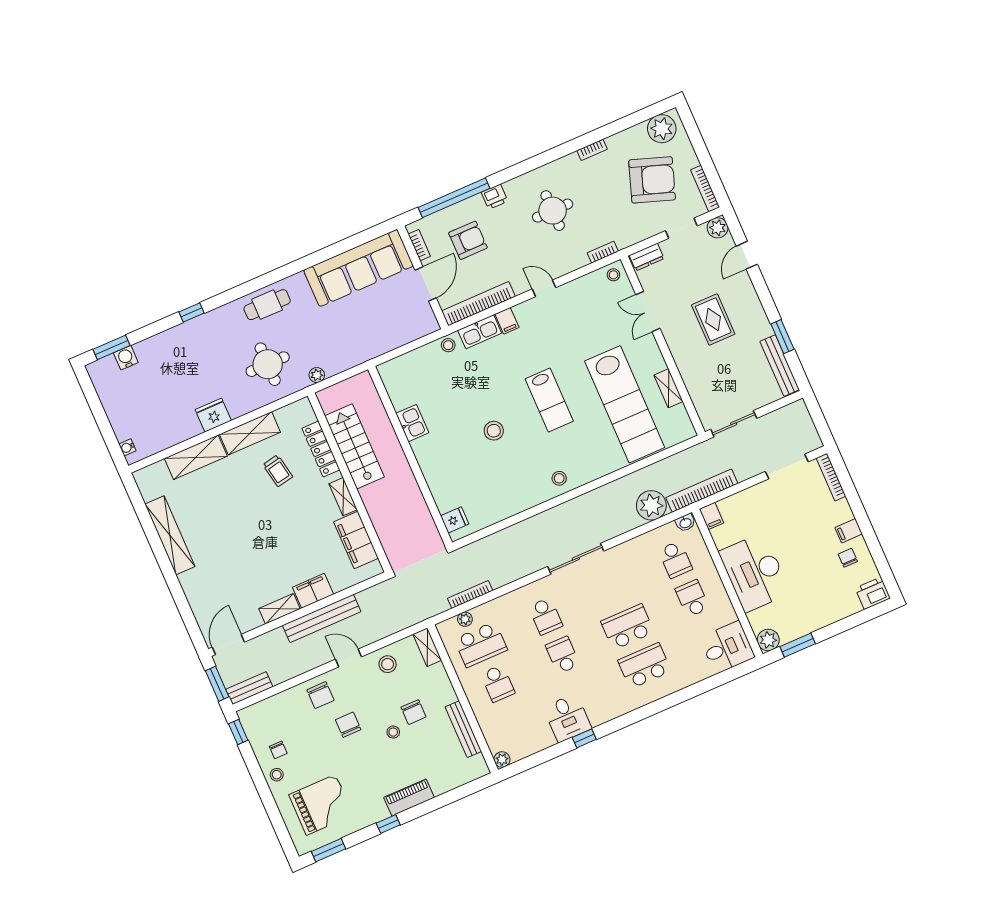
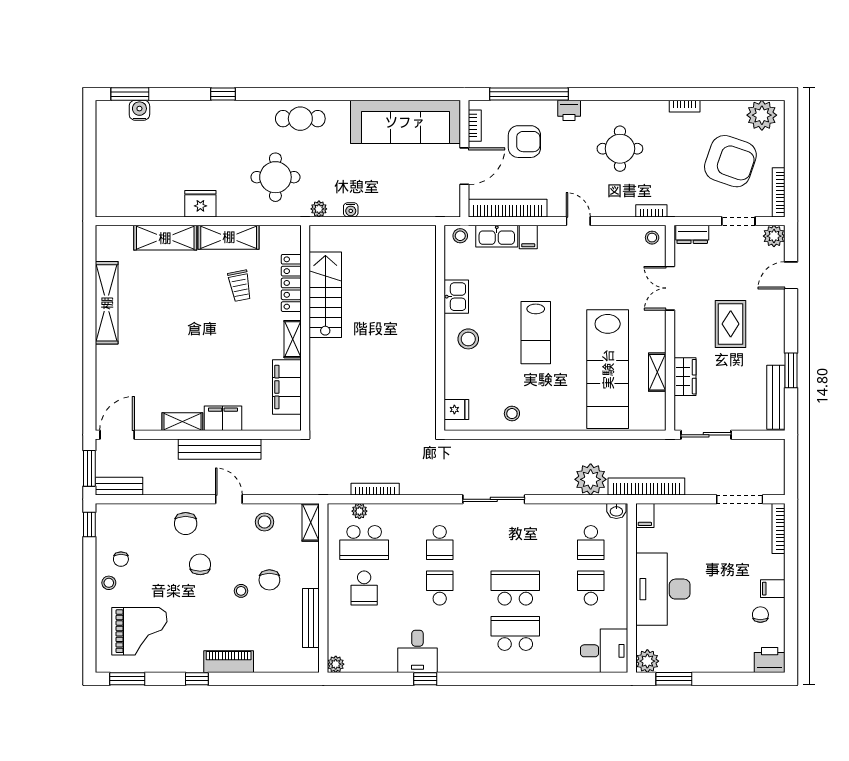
wardrobe: (694, 382) -> (685, 377), added
kitchen sink: (412, 423) -> (456, 297), moved
water cooler: (127, 447) -> (351, 210), moved, turned -90
wall: (410, 456) -> (440, 328), moved
fridge: (455, 520) -> (456, 410), moved

